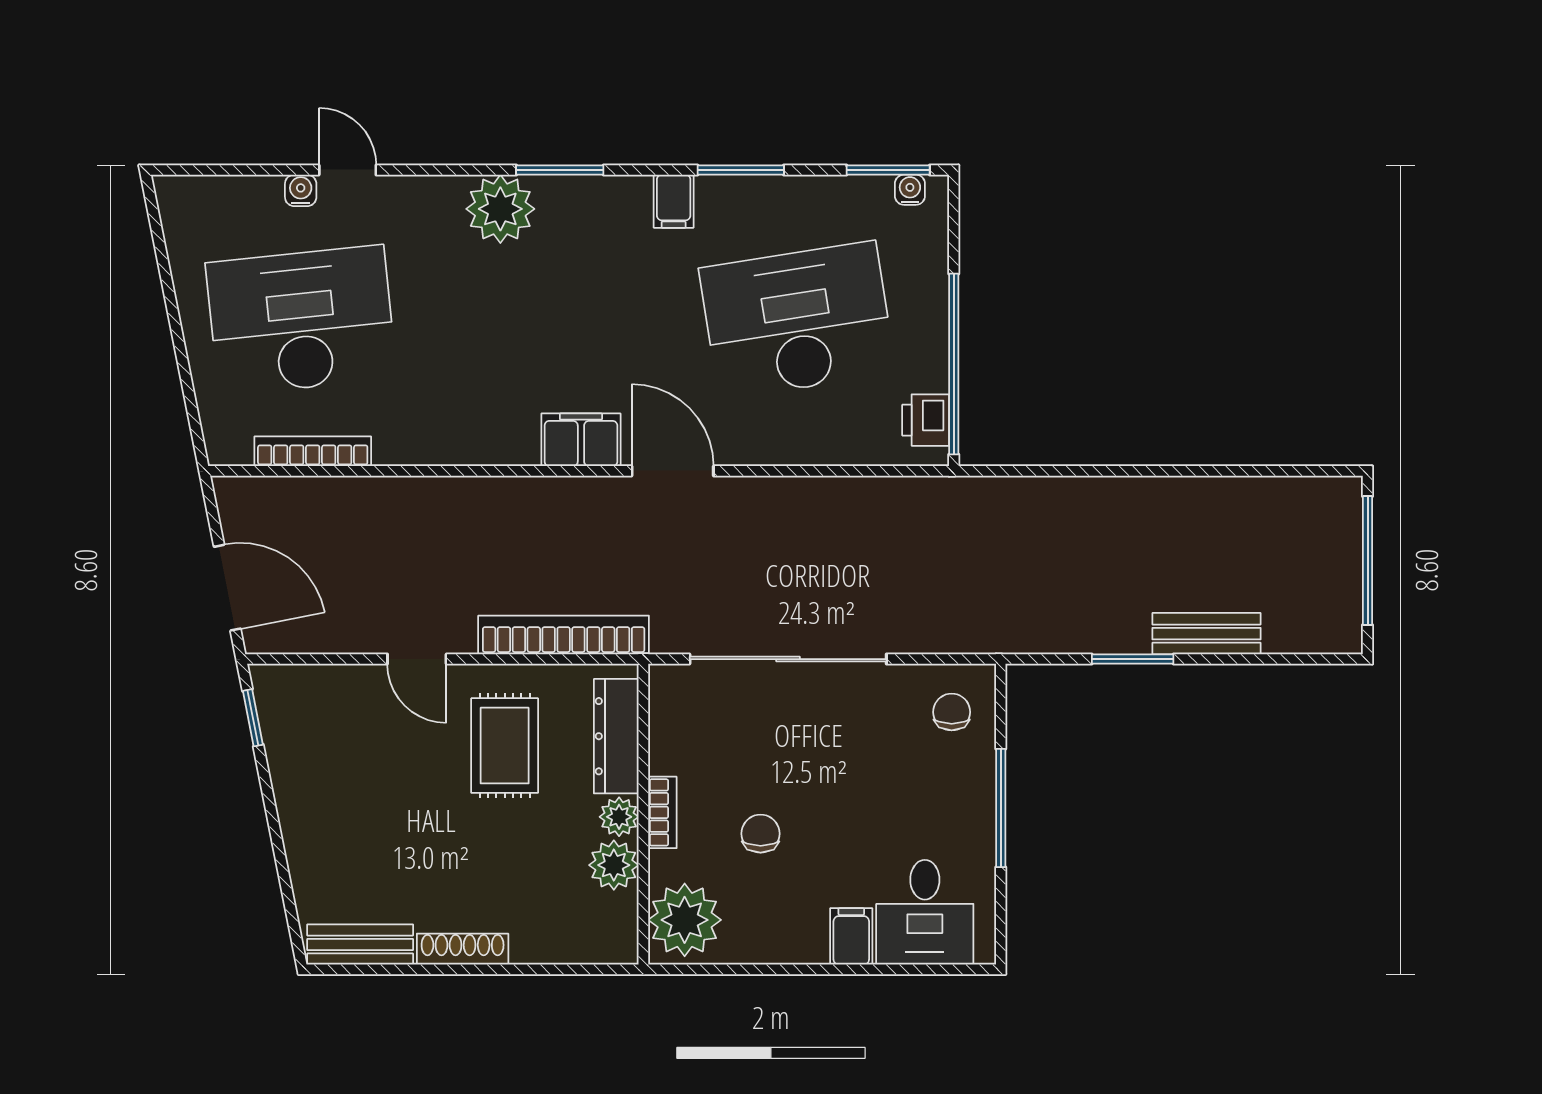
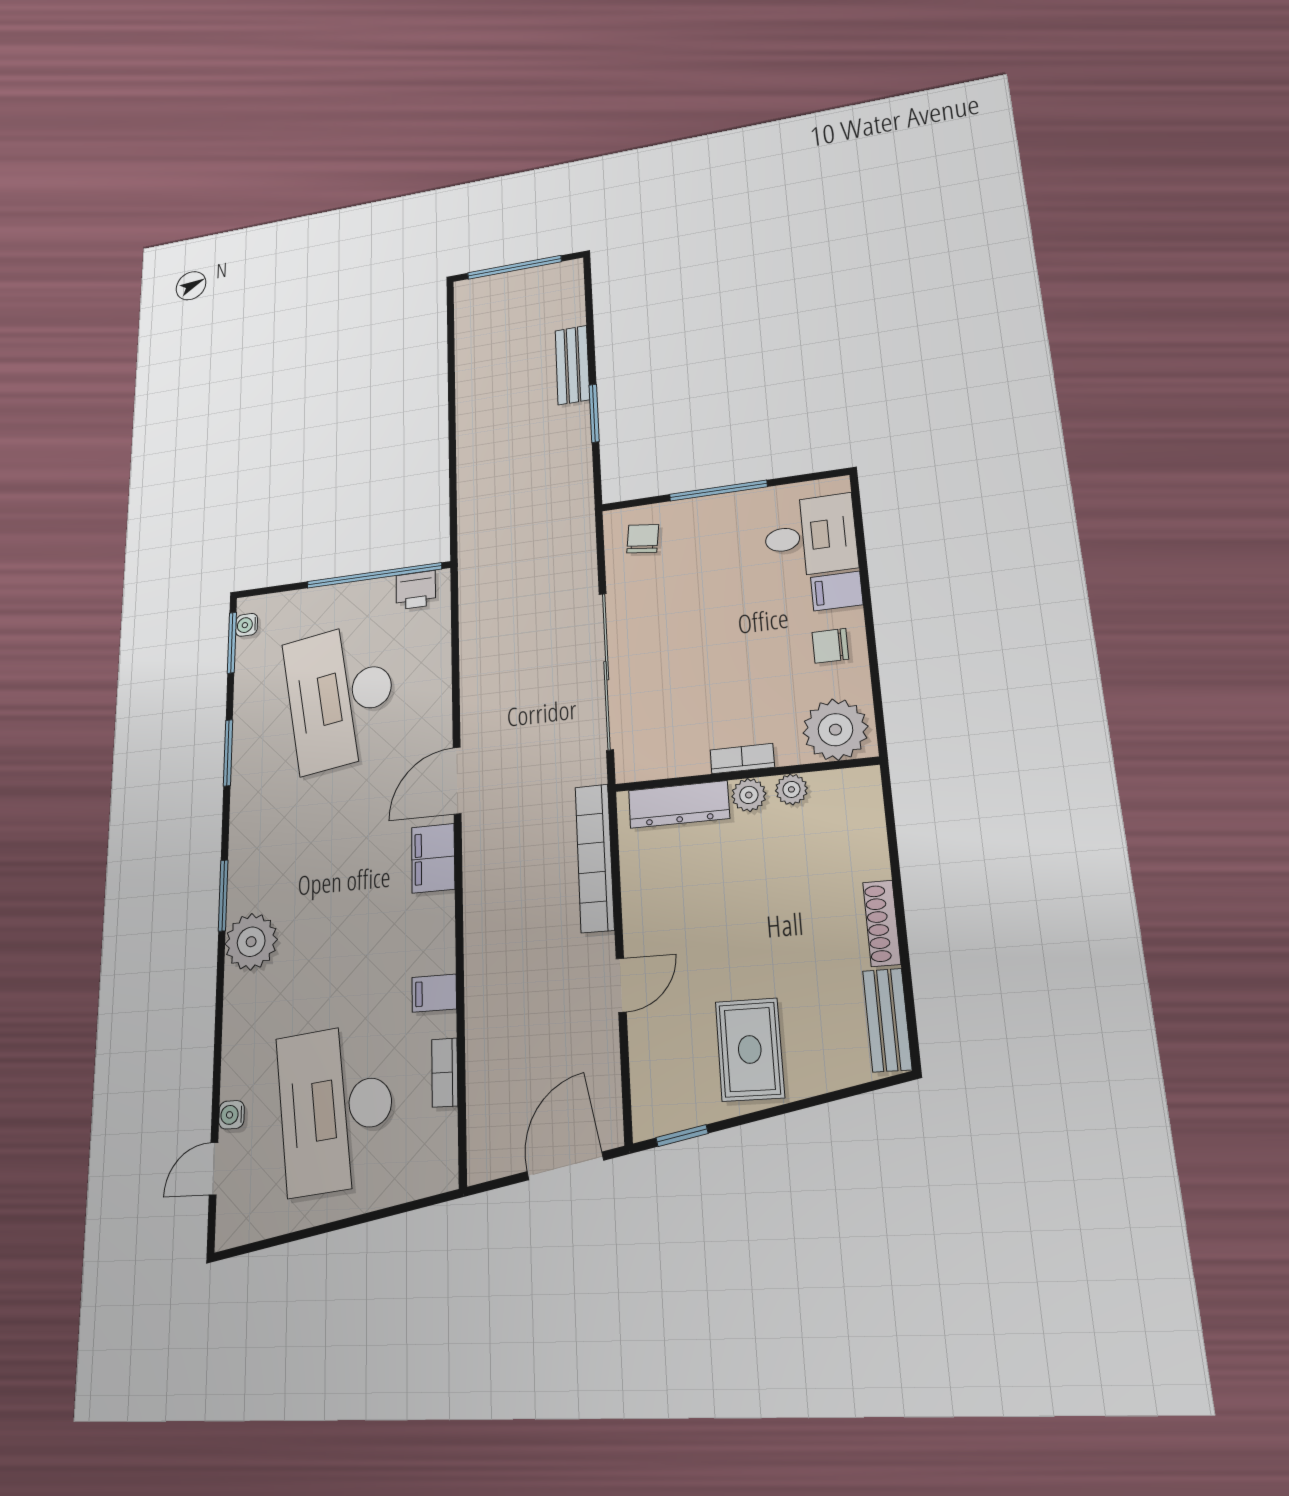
door: (348, 170) -> (214, 1169), moved
filing cabinet: (674, 201) -> (434, 993), moved, turned 180
bookcase: (313, 451) -> (445, 1073), width x0.64
chair: (952, 712) -> (643, 539), turned 97
rug: (505, 746) -> (750, 1049), moved, turned 90
chair: (761, 834) -> (830, 646), moved
plant: (614, 865) -> (791, 789), width x0.73, depth x0.73

